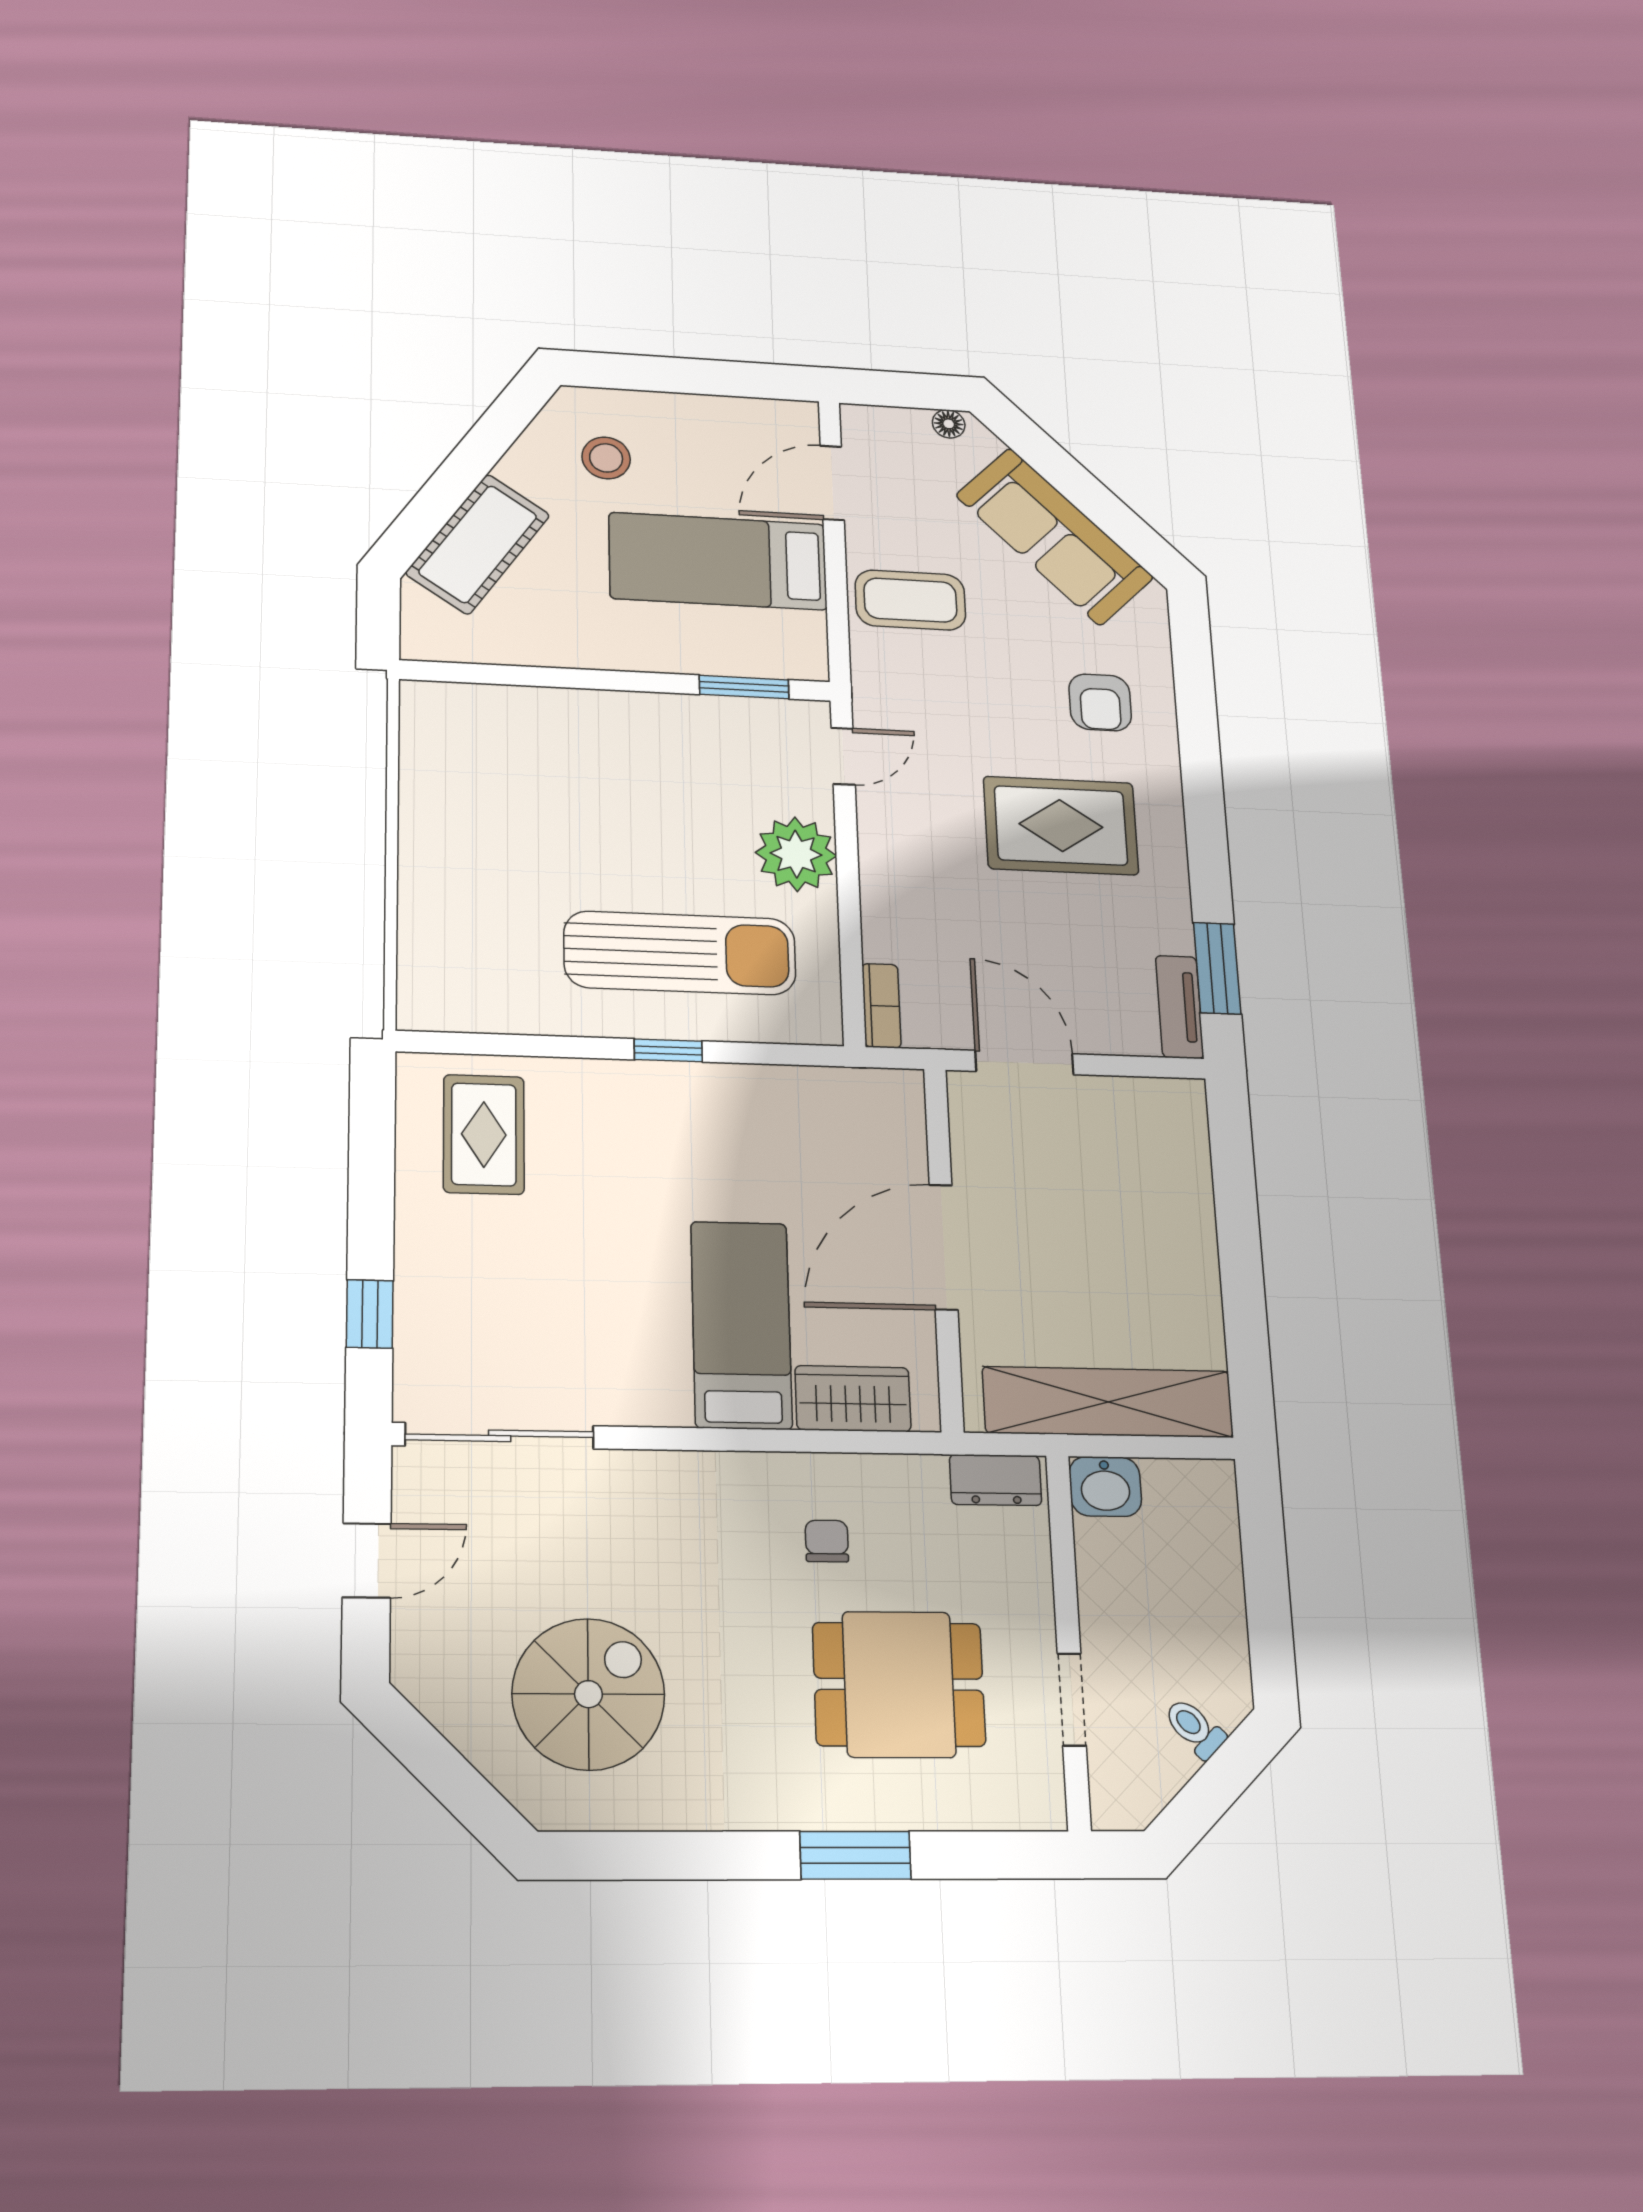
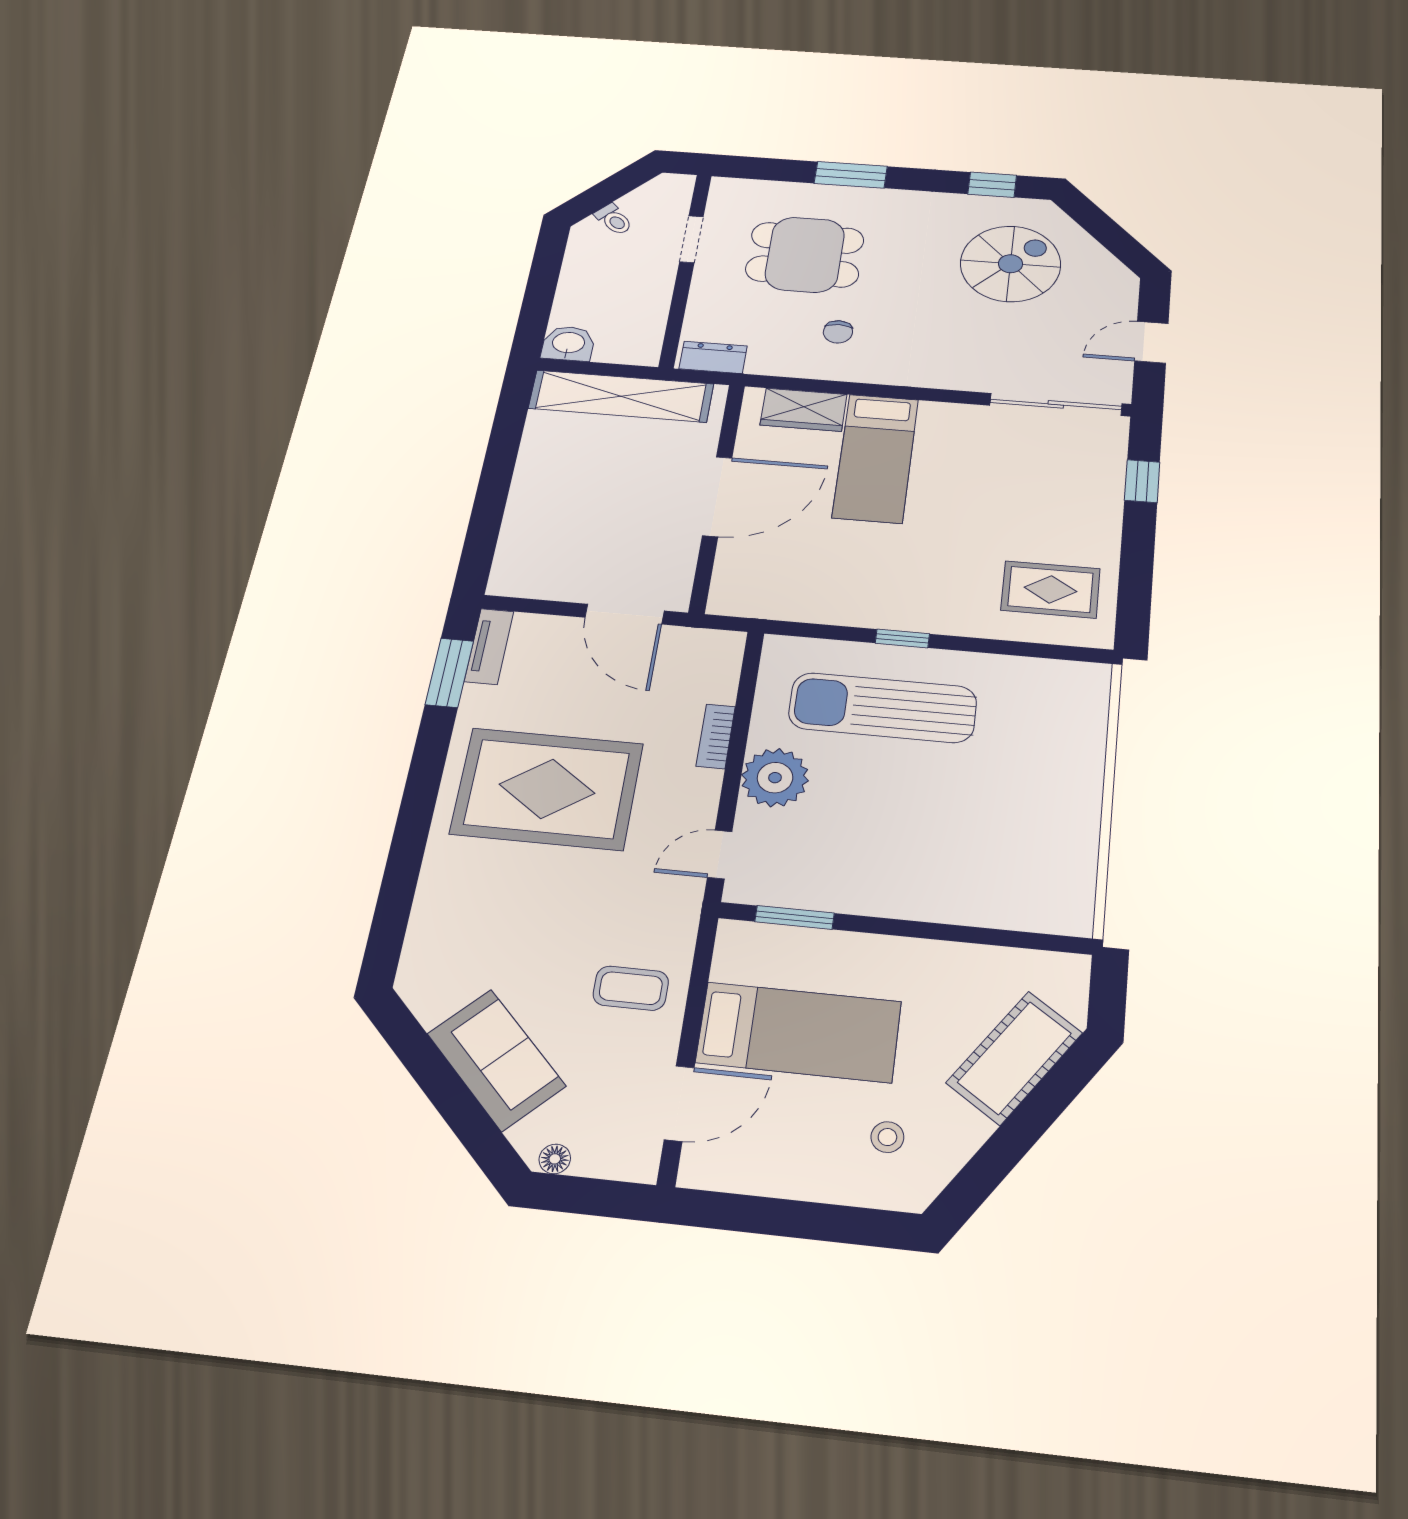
stool: (606, 458) -> (887, 1137), width x0.73, depth x0.73
sofa: (1055, 536) -> (496, 1060), width x0.73
coffee table: (910, 600) -> (631, 988), width x0.73, depth x0.77
armchair: (1100, 702) -> (484, 889), removed
rug: (1061, 826) -> (547, 789), width x1.37, depth x1.44
bookcase: (881, 1006) -> (716, 736), moved
rug: (484, 1134) -> (1050, 589), turned 90
washbasin: (1105, 1486) -> (568, 344), moved
spiral stairs: (588, 1694) -> (1011, 264), turned 180
window: (632, 1856) -> (992, 185), added

